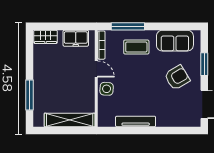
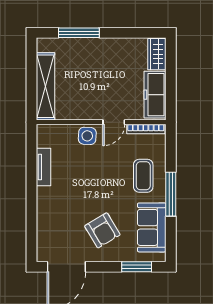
window: (128, 26) -> (171, 194), moved
freezer: (76, 38) -> (155, 95), width x1.40
window: (204, 64) -> (137, 267), moved
tv unit: (136, 121) -> (44, 167), width x0.71

